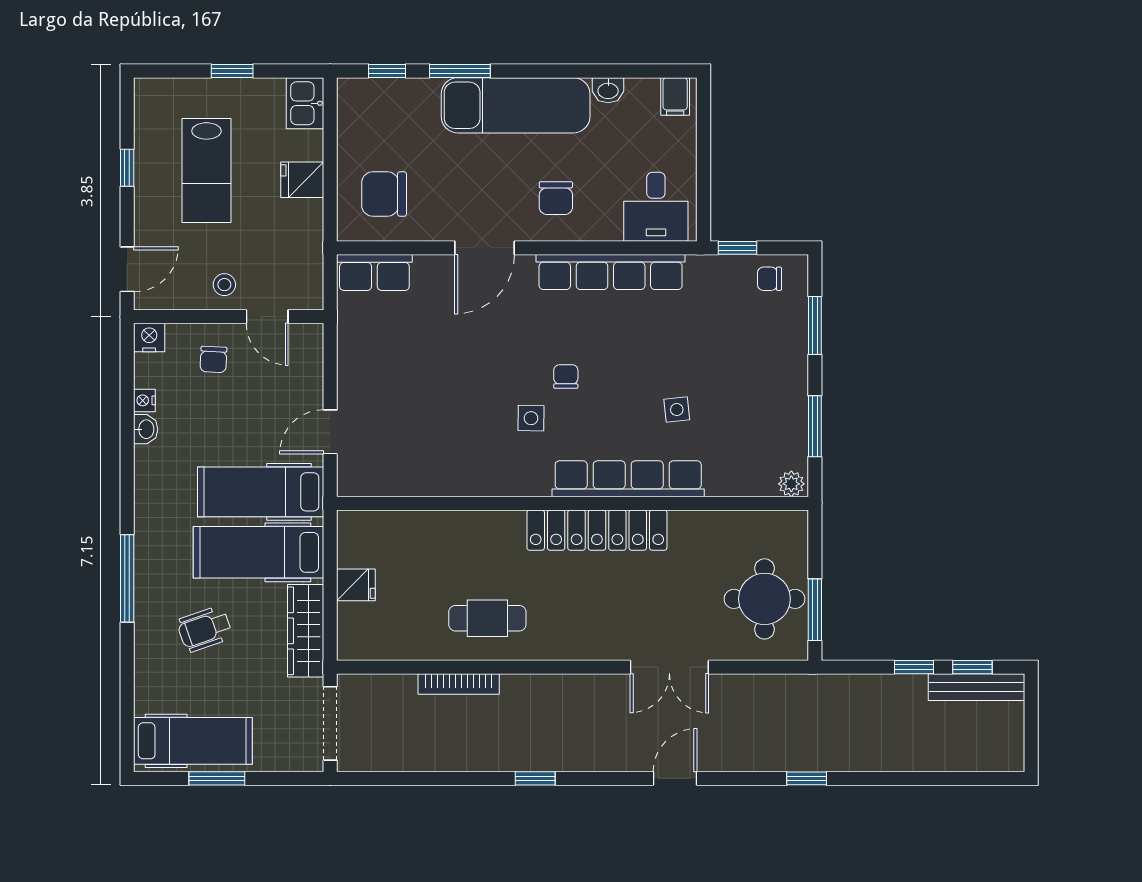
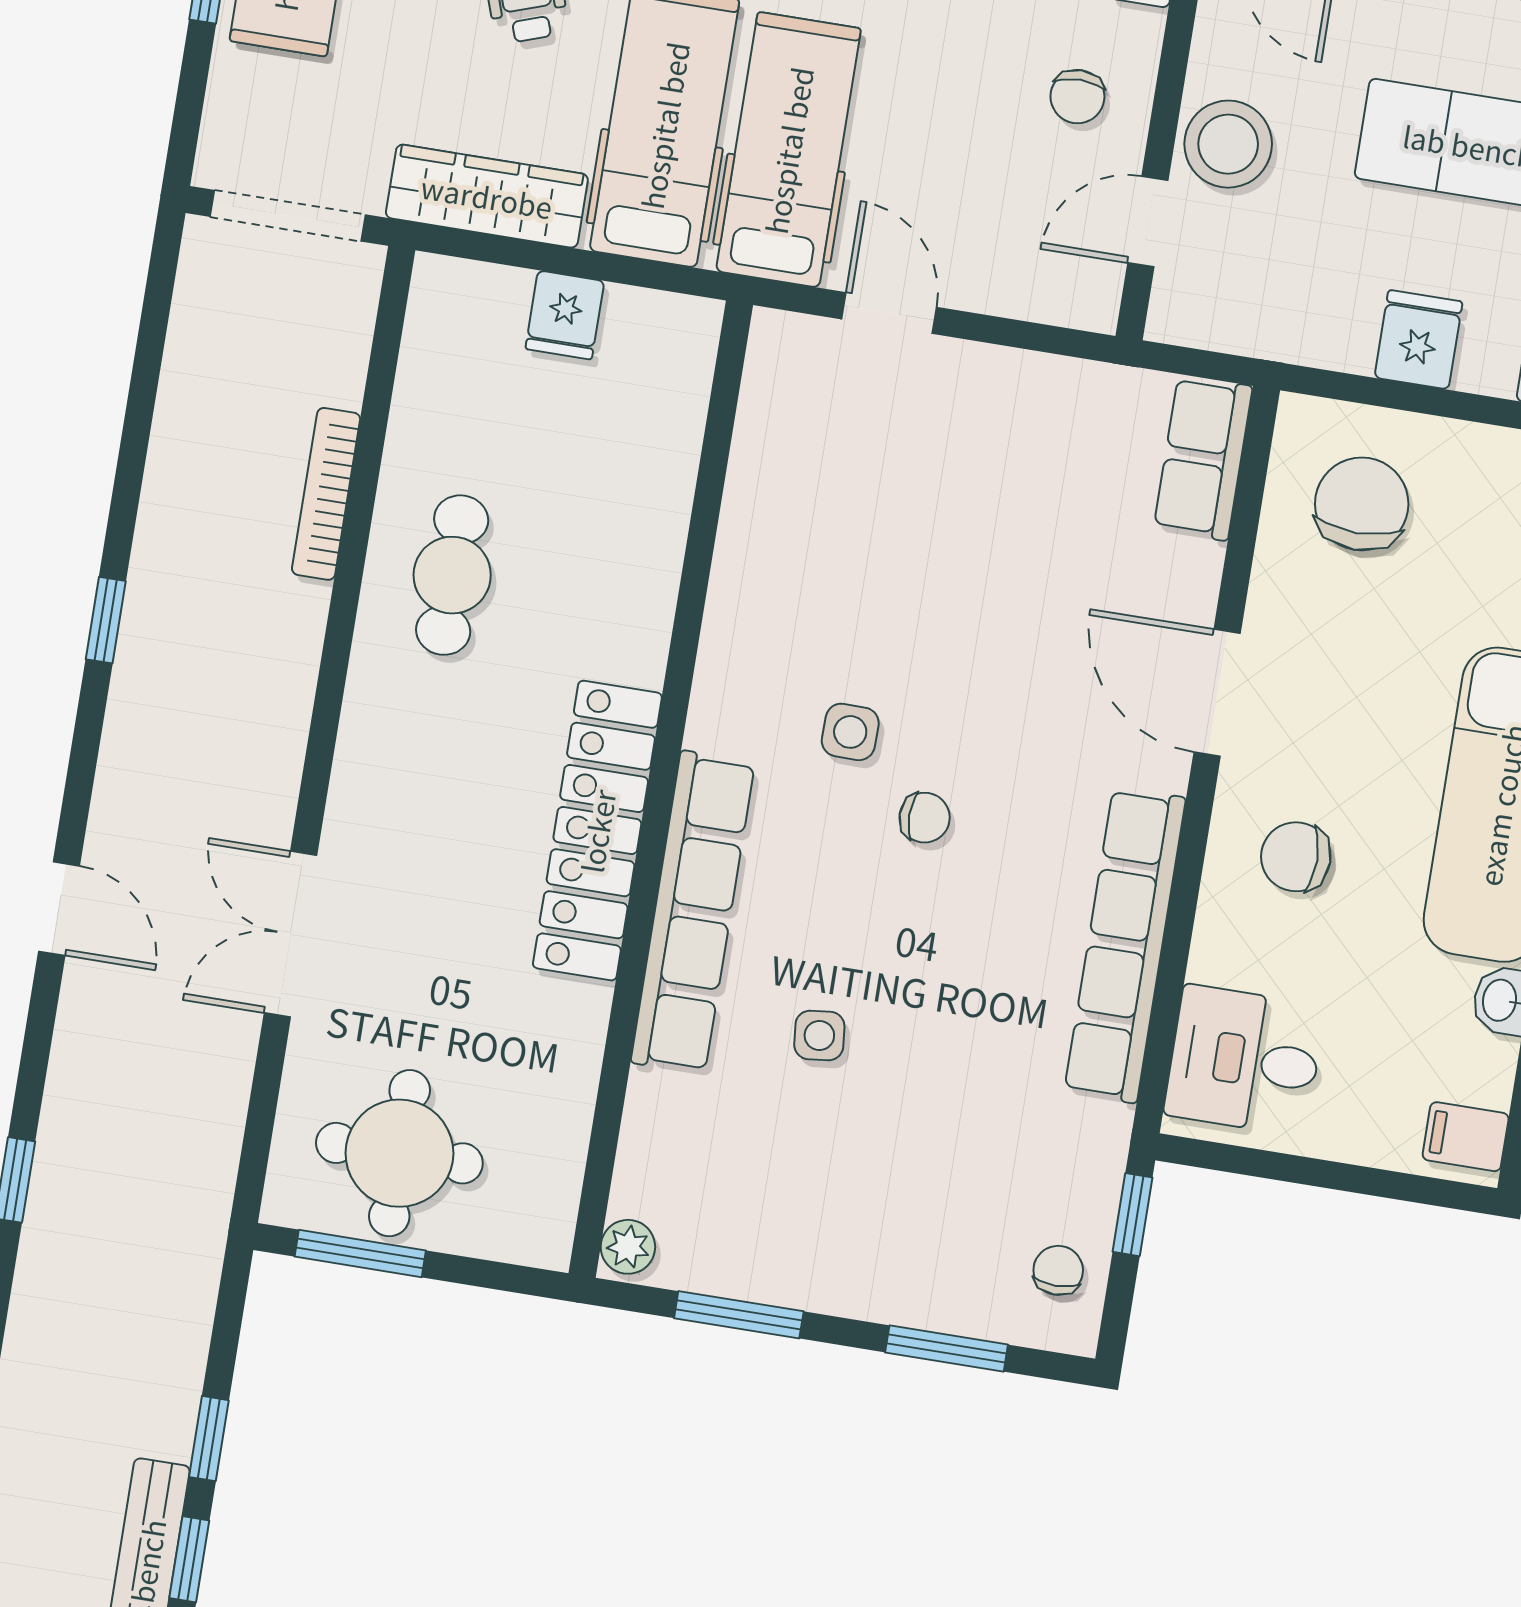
stool: (224, 285) -> (1228, 144), width x1.89, depth x1.89
chair: (213, 359) -> (1077, 97), turned -93

